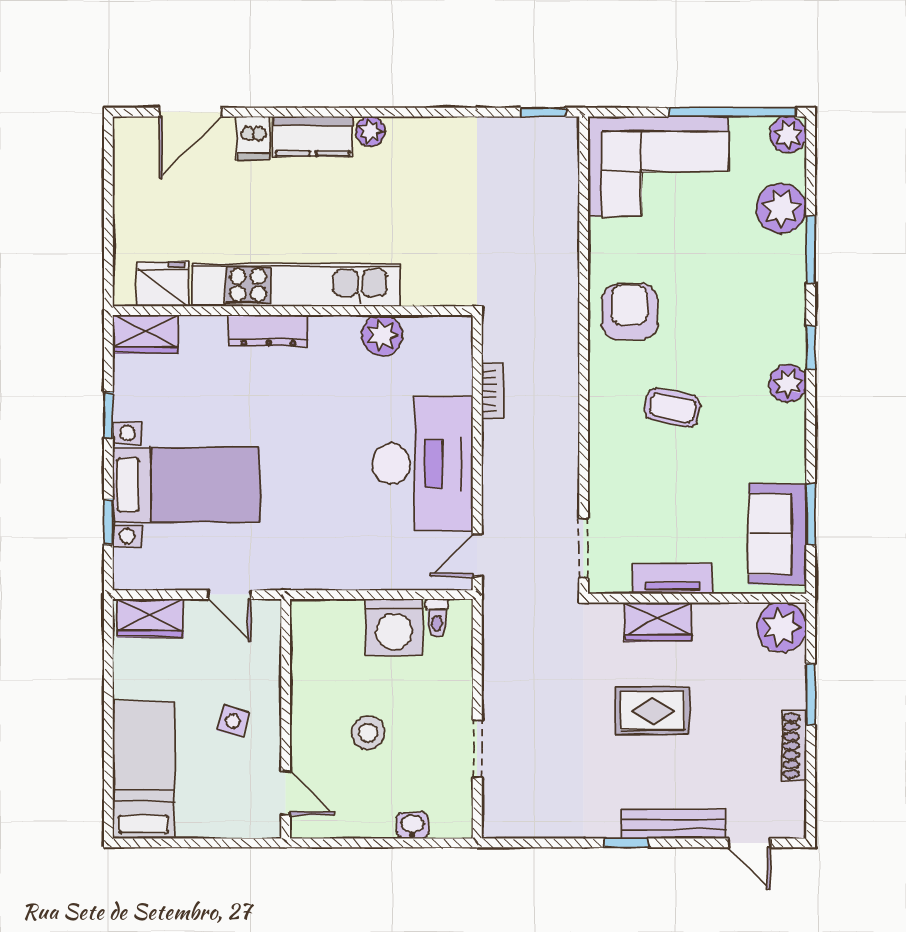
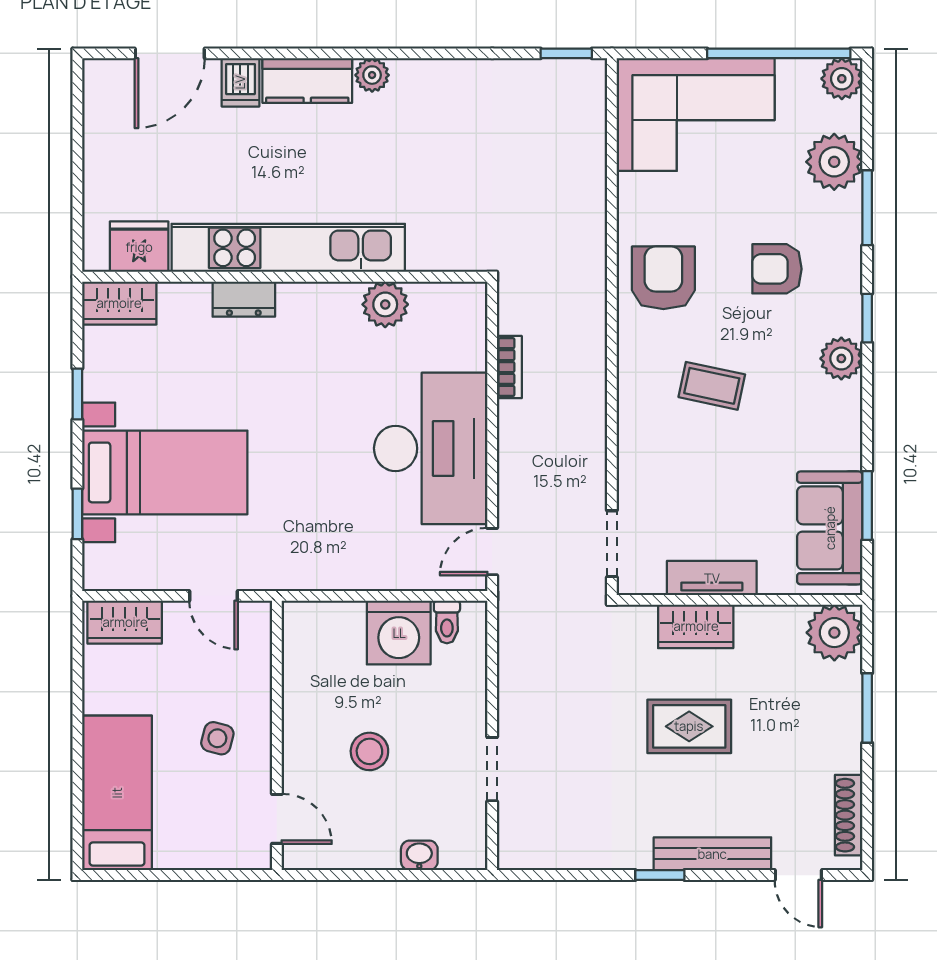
armchair: (730, 304) -> (777, 269), added
dresser: (268, 331) -> (244, 299), width x0.70
shoe rack: (794, 746) -> (849, 815), moved

